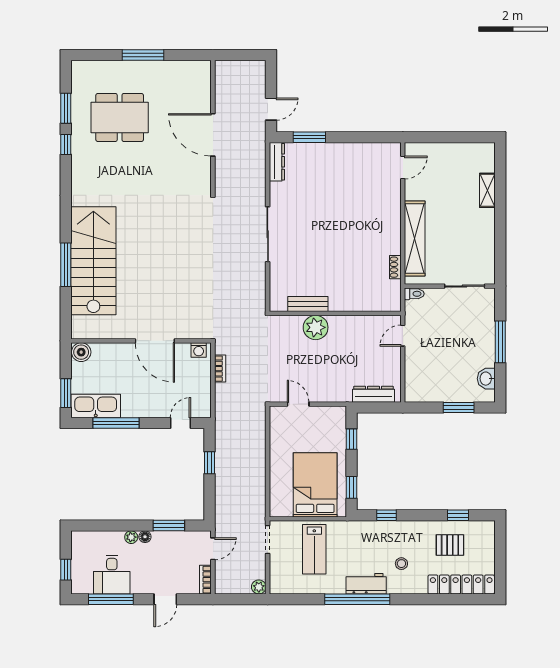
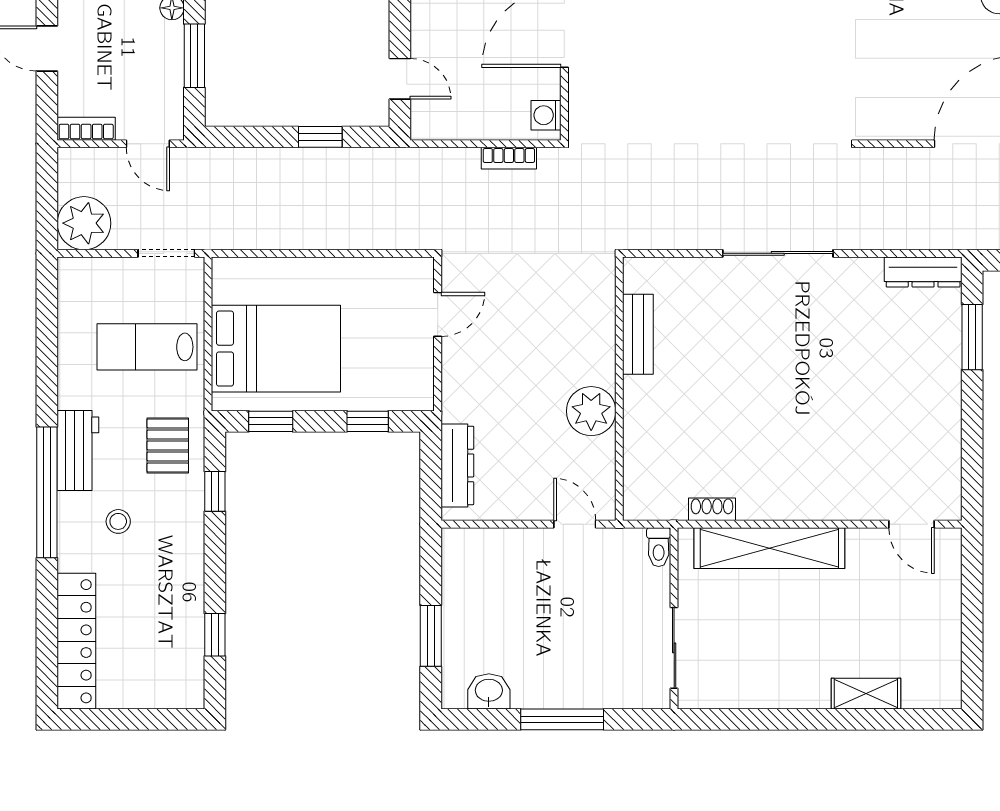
plant: (316, 327) -> (591, 411), moved
pallet: (450, 545) -> (168, 445), moved
plant: (259, 587) -> (84, 223), width x1.87, depth x1.87
window: (357, 599) -> (47, 492), moved

